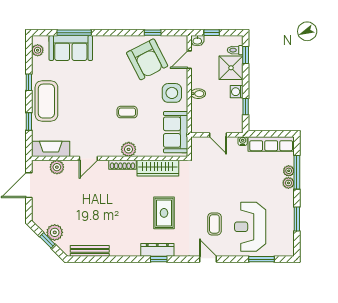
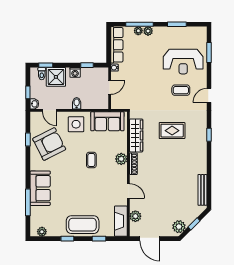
sofa: (71, 48) -> (40, 188), moved
plant: (55, 232) -> (179, 227), moved
dresser: (157, 250) -> (202, 136), removed

